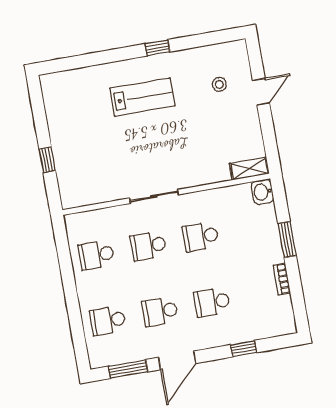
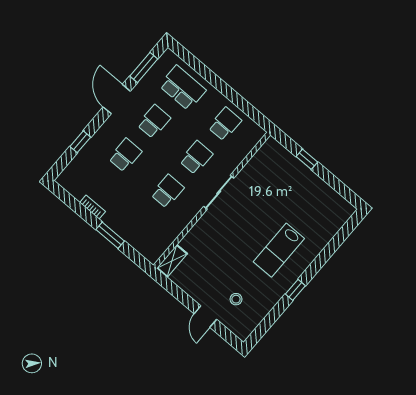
washbasin: (262, 192) -> (151, 253), removed
school desk: (108, 321) -> (183, 88), width x1.85

